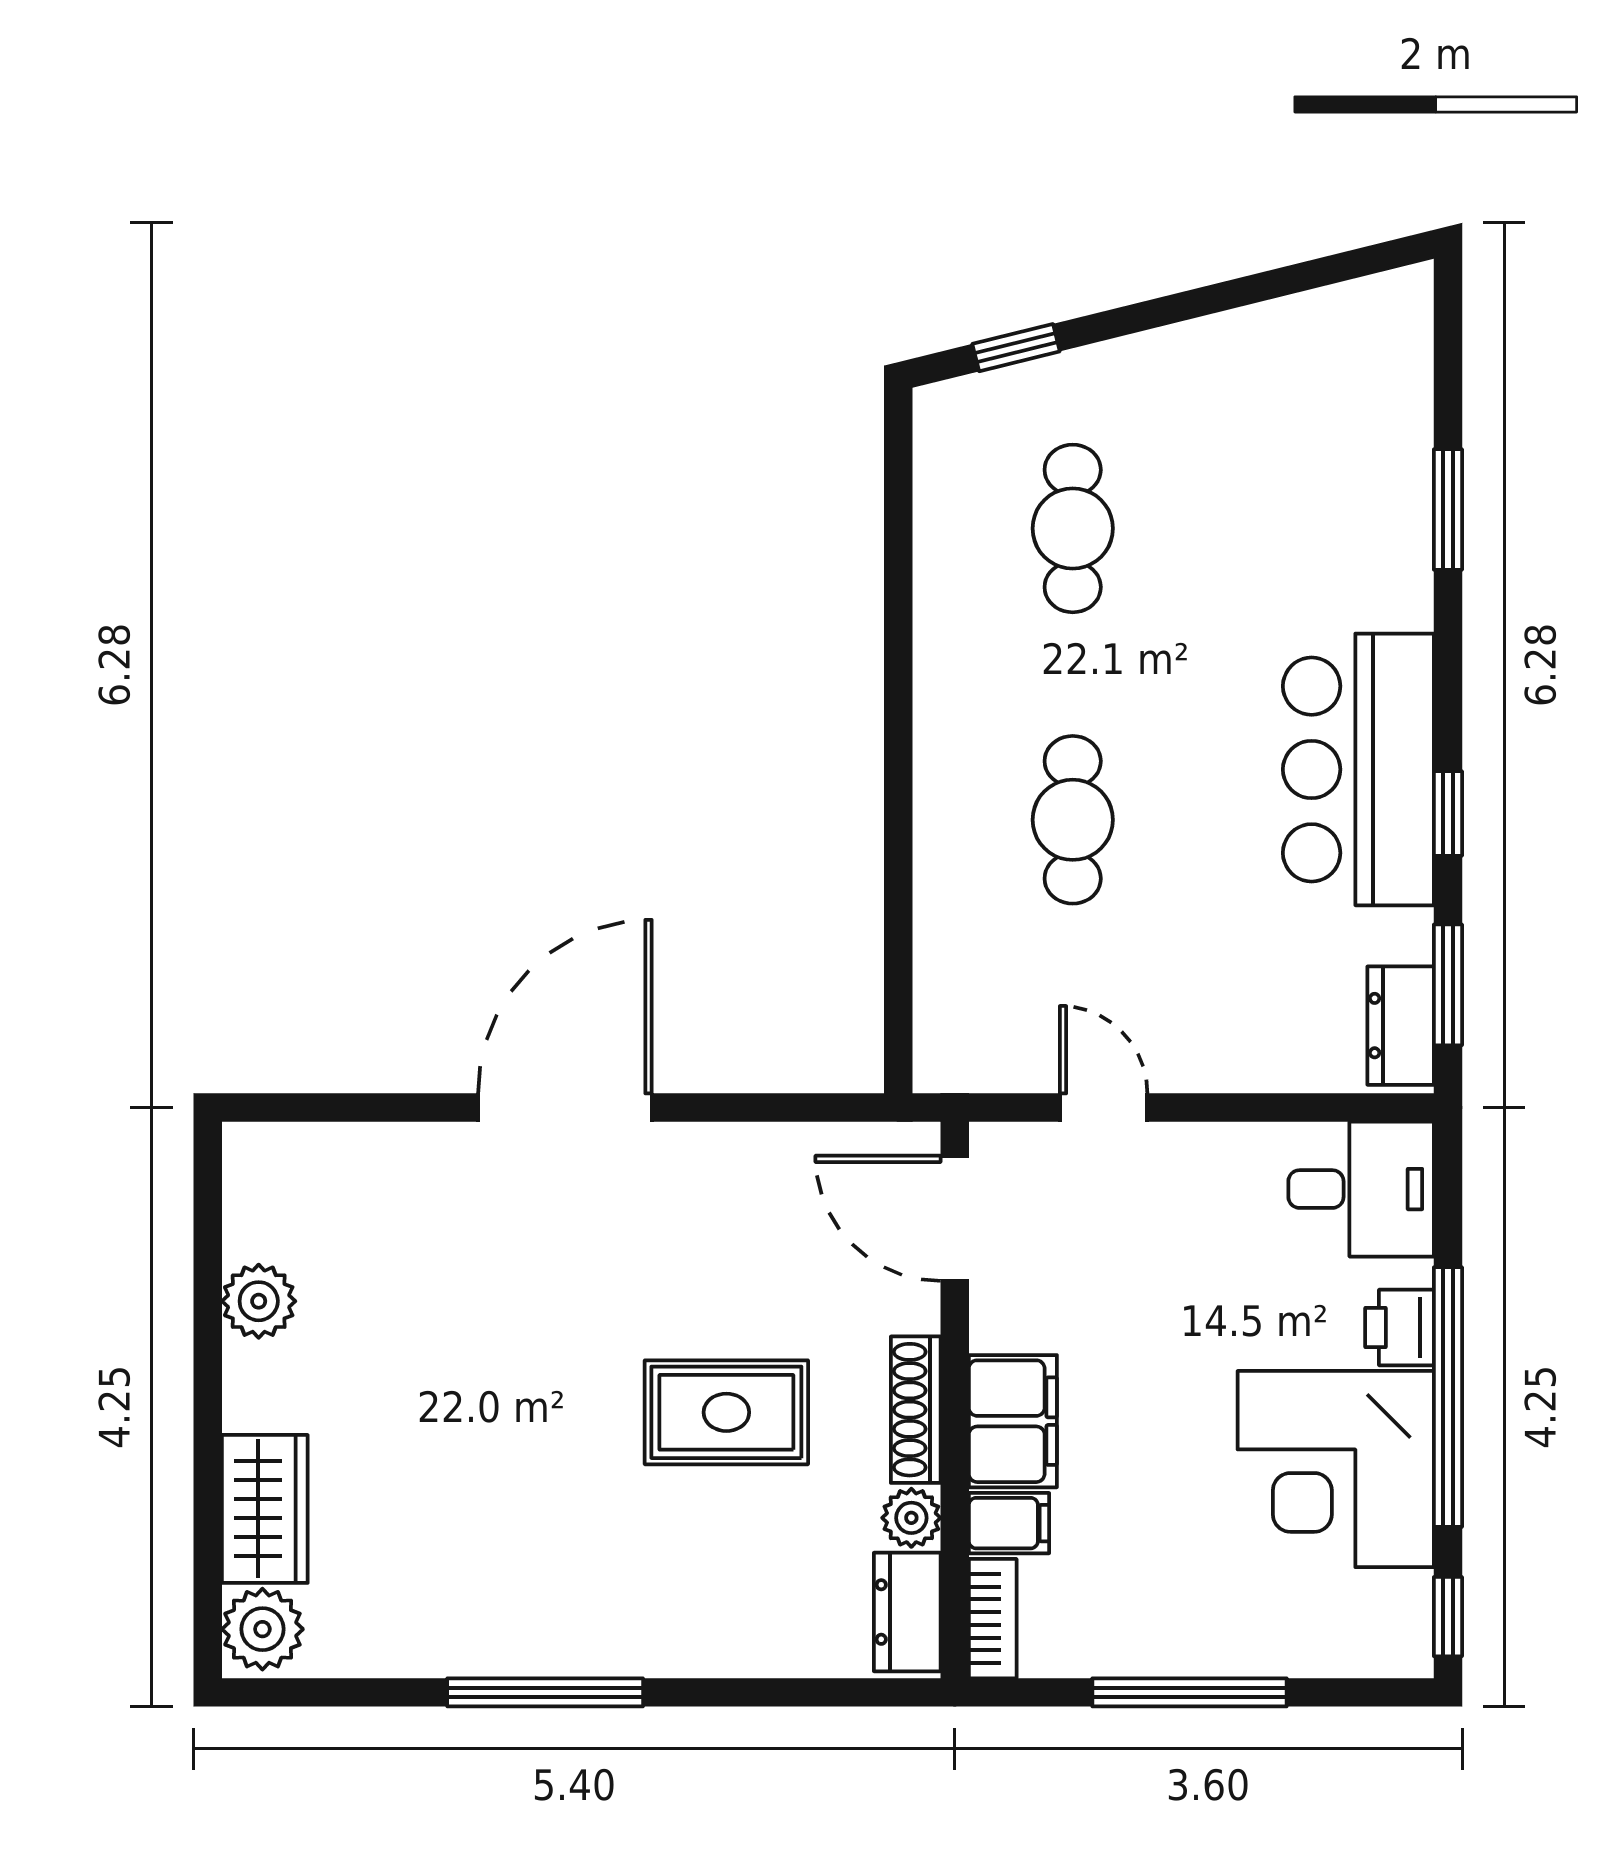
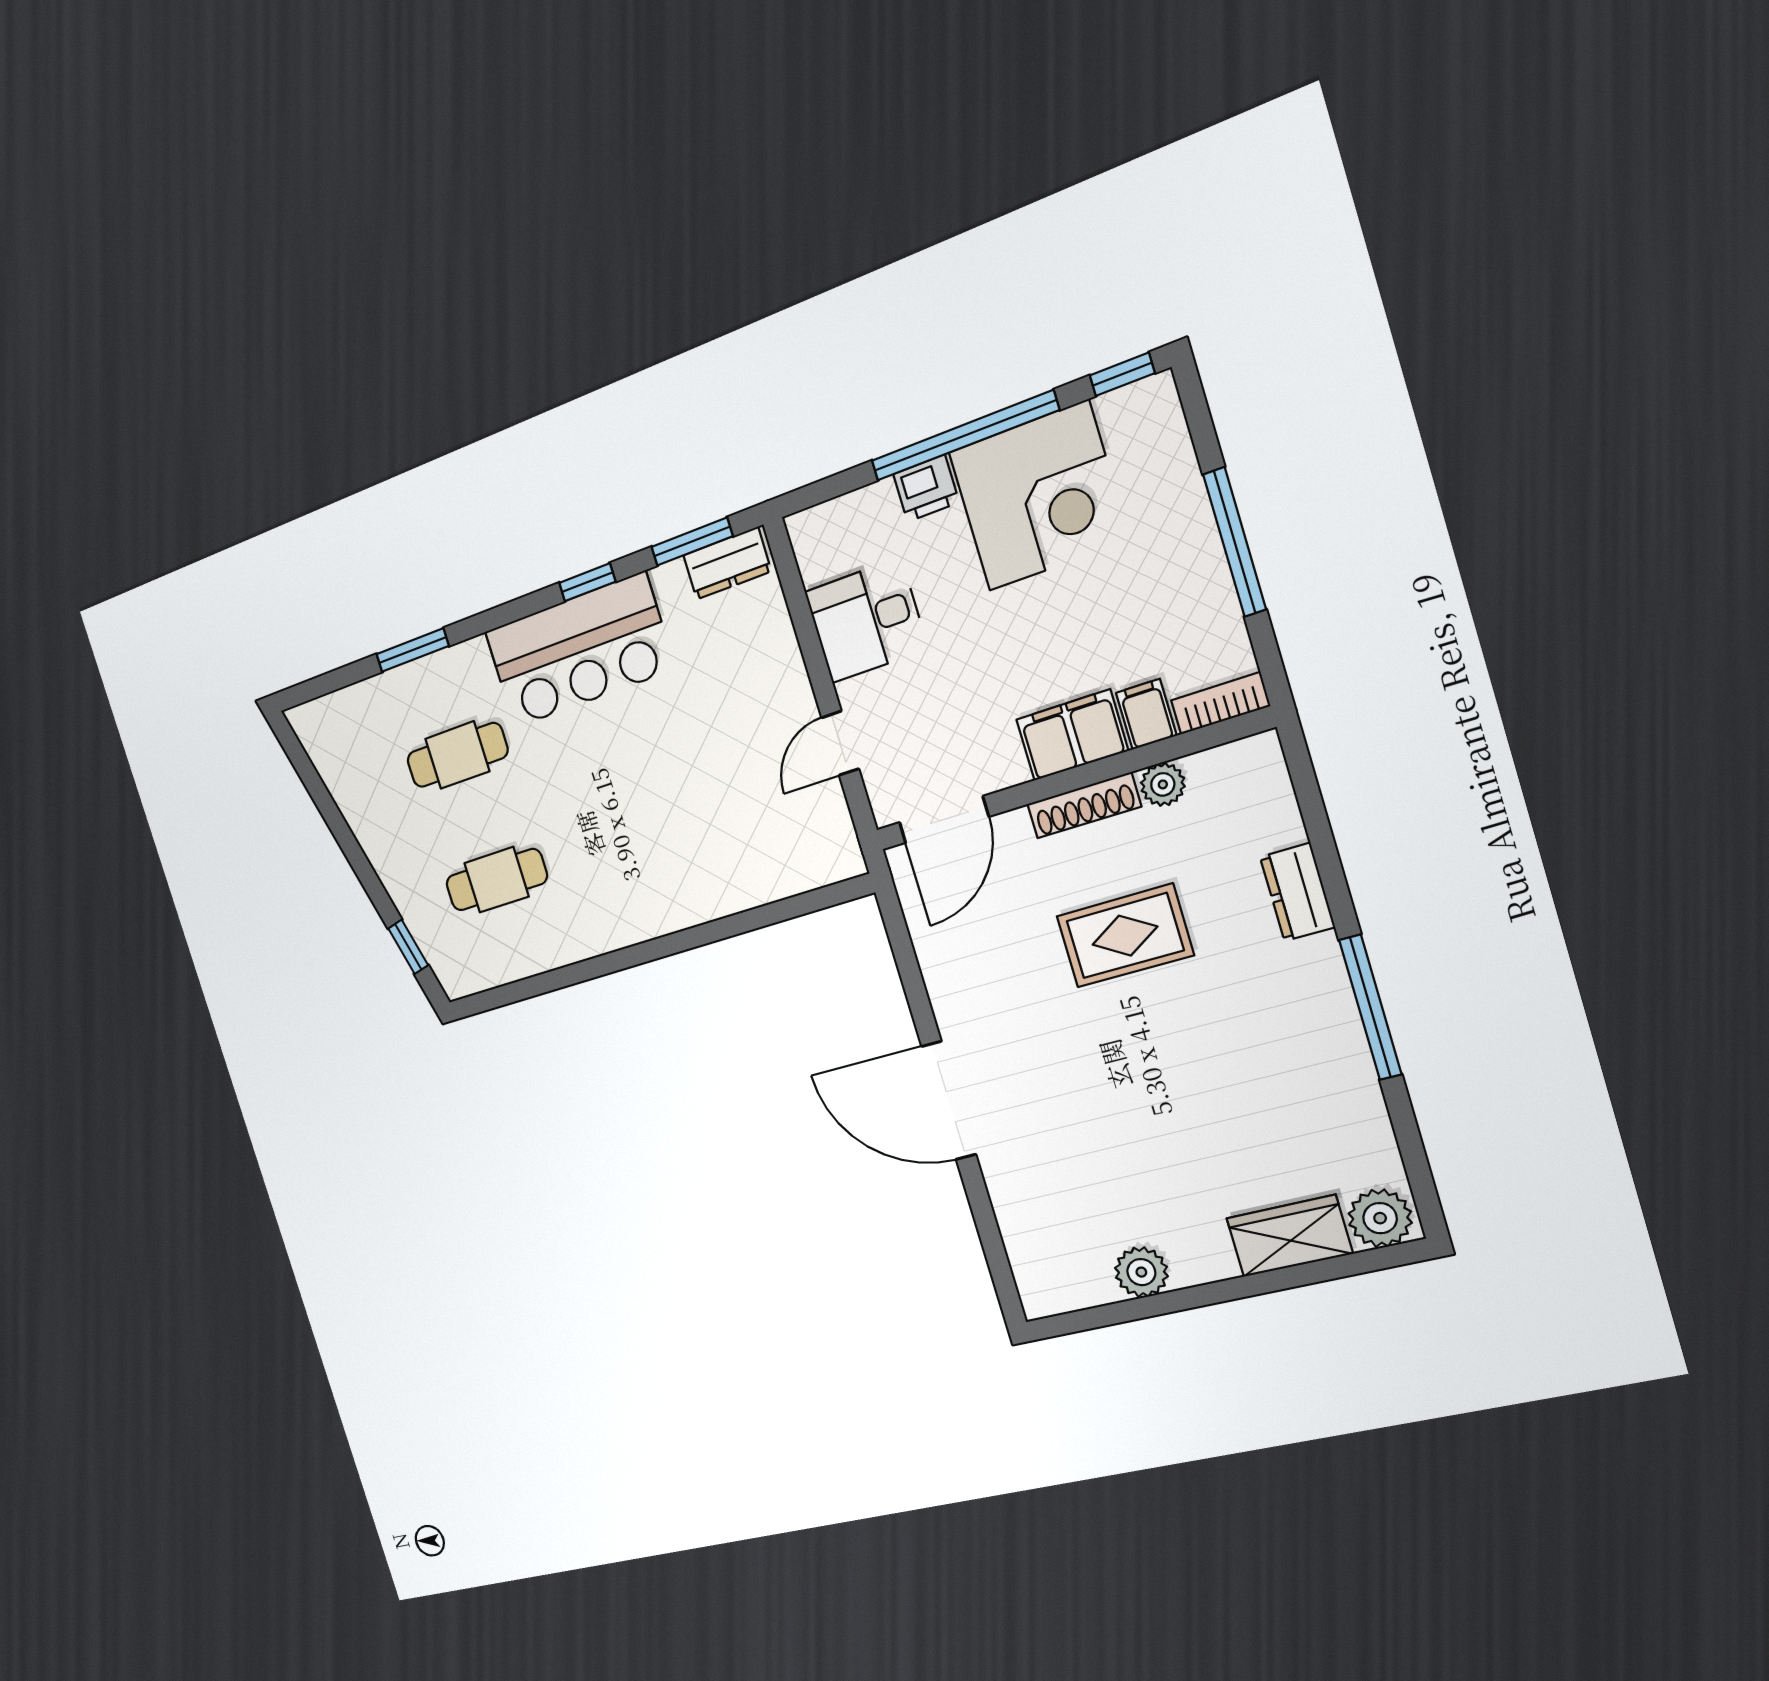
cafe table: (1073, 820) -> (457, 755), moved
desk: (1361, 1189) -> (866, 620), moved, turned -90
rug: (726, 1412) -> (1125, 936), turned 90
dresser: (907, 1612) -> (1297, 892), moved, turned 90

